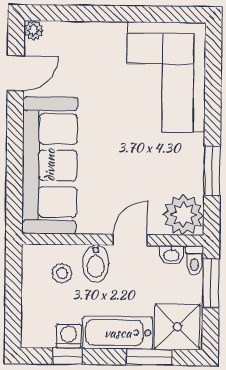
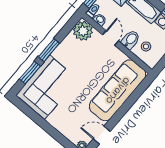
window: (213, 78) -> (30, 73), added
window: (212, 171) -> (49, 50), moved
door: (130, 240) -> (111, 38), swing flipped

